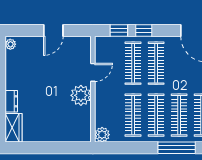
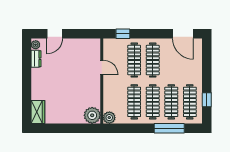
door: (53, 30) -> (55, 34), moved
window: (144, 30) -> (143, 34), removed
door: (93, 72) -> (102, 67), hinge flipped
plant: (81, 95) -> (92, 115), moved
dresser: (11, 101) -> (36, 59), moved

